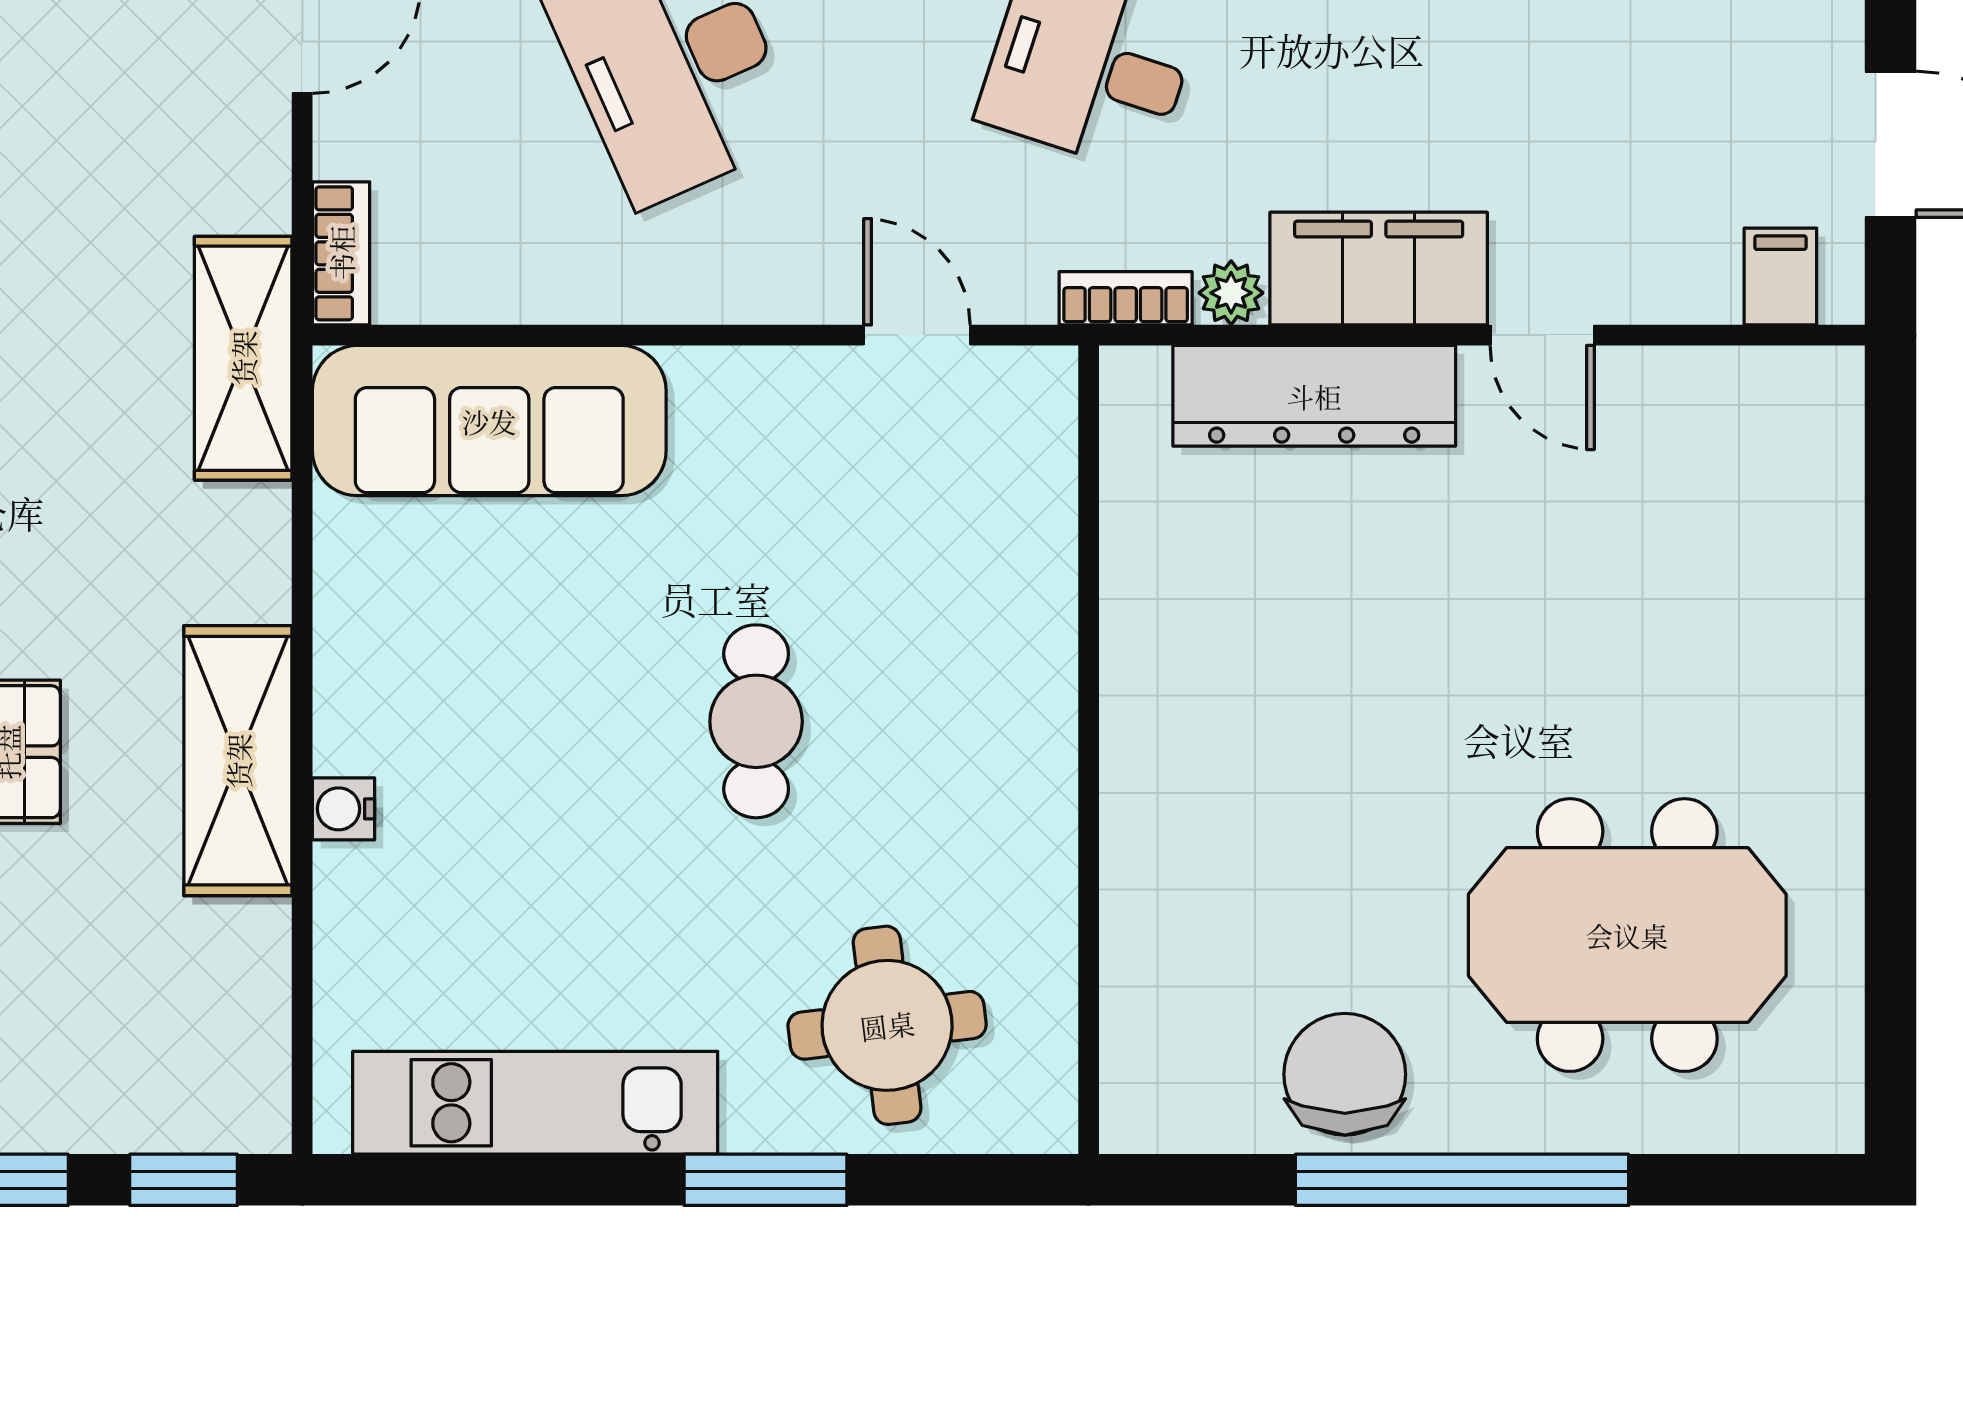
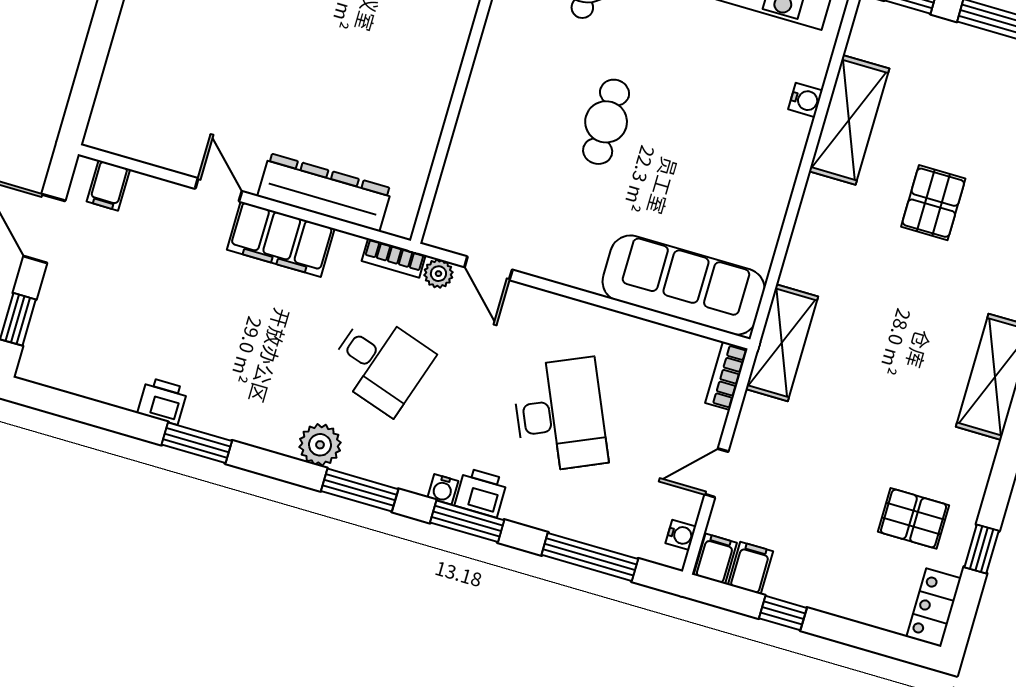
plant: (1231, 293) -> (438, 274), moved
shelving: (238, 761) -> (849, 120), moved
water cooler: (343, 809) -> (805, 100), moved

